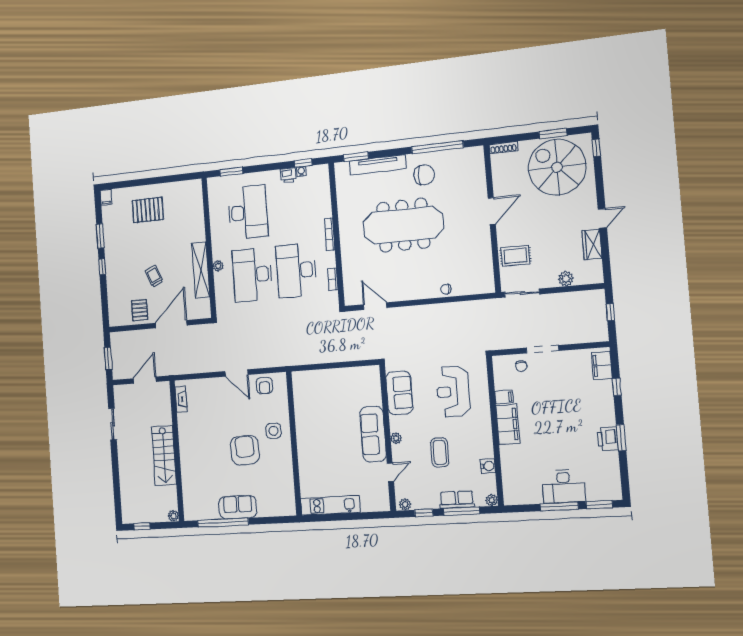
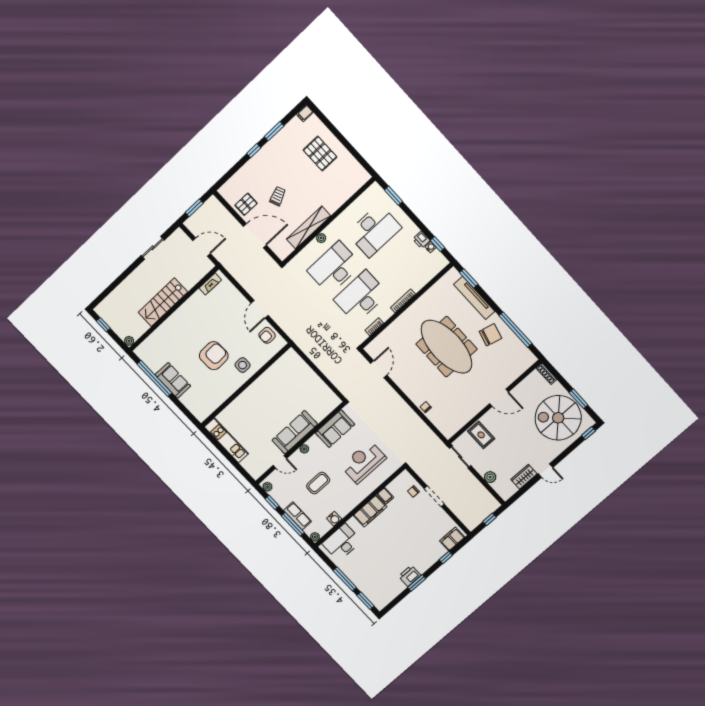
spiral stairs: (557, 167) -> (558, 418), turned -90
chair: (424, 175) -> (490, 335), turned -75
desk: (564, 486) -> (342, 542), moved, turned 90

